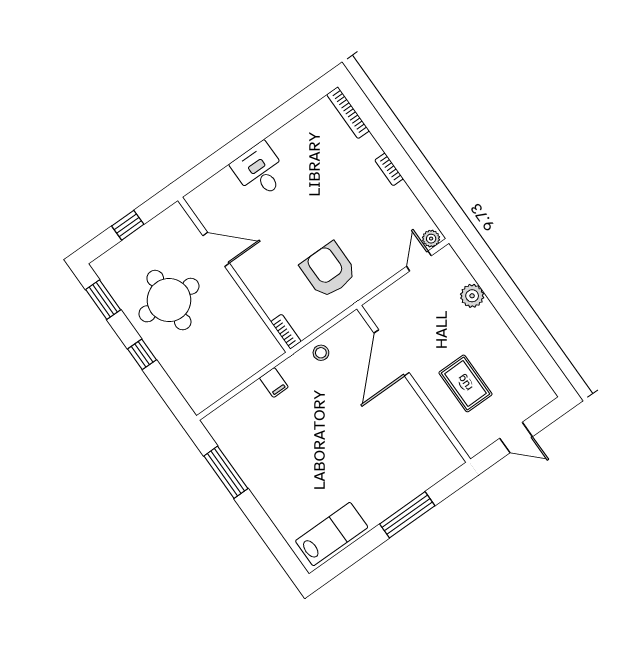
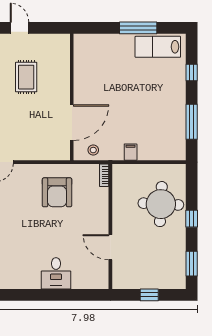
round table: (169, 300) -> (161, 204), moved
door: (392, 353) -> (72, 123), moved
wall: (414, 384) -> (72, 97), moved
window: (407, 515) -> (138, 28), moved
window: (268, 532) -> (192, 72), added

